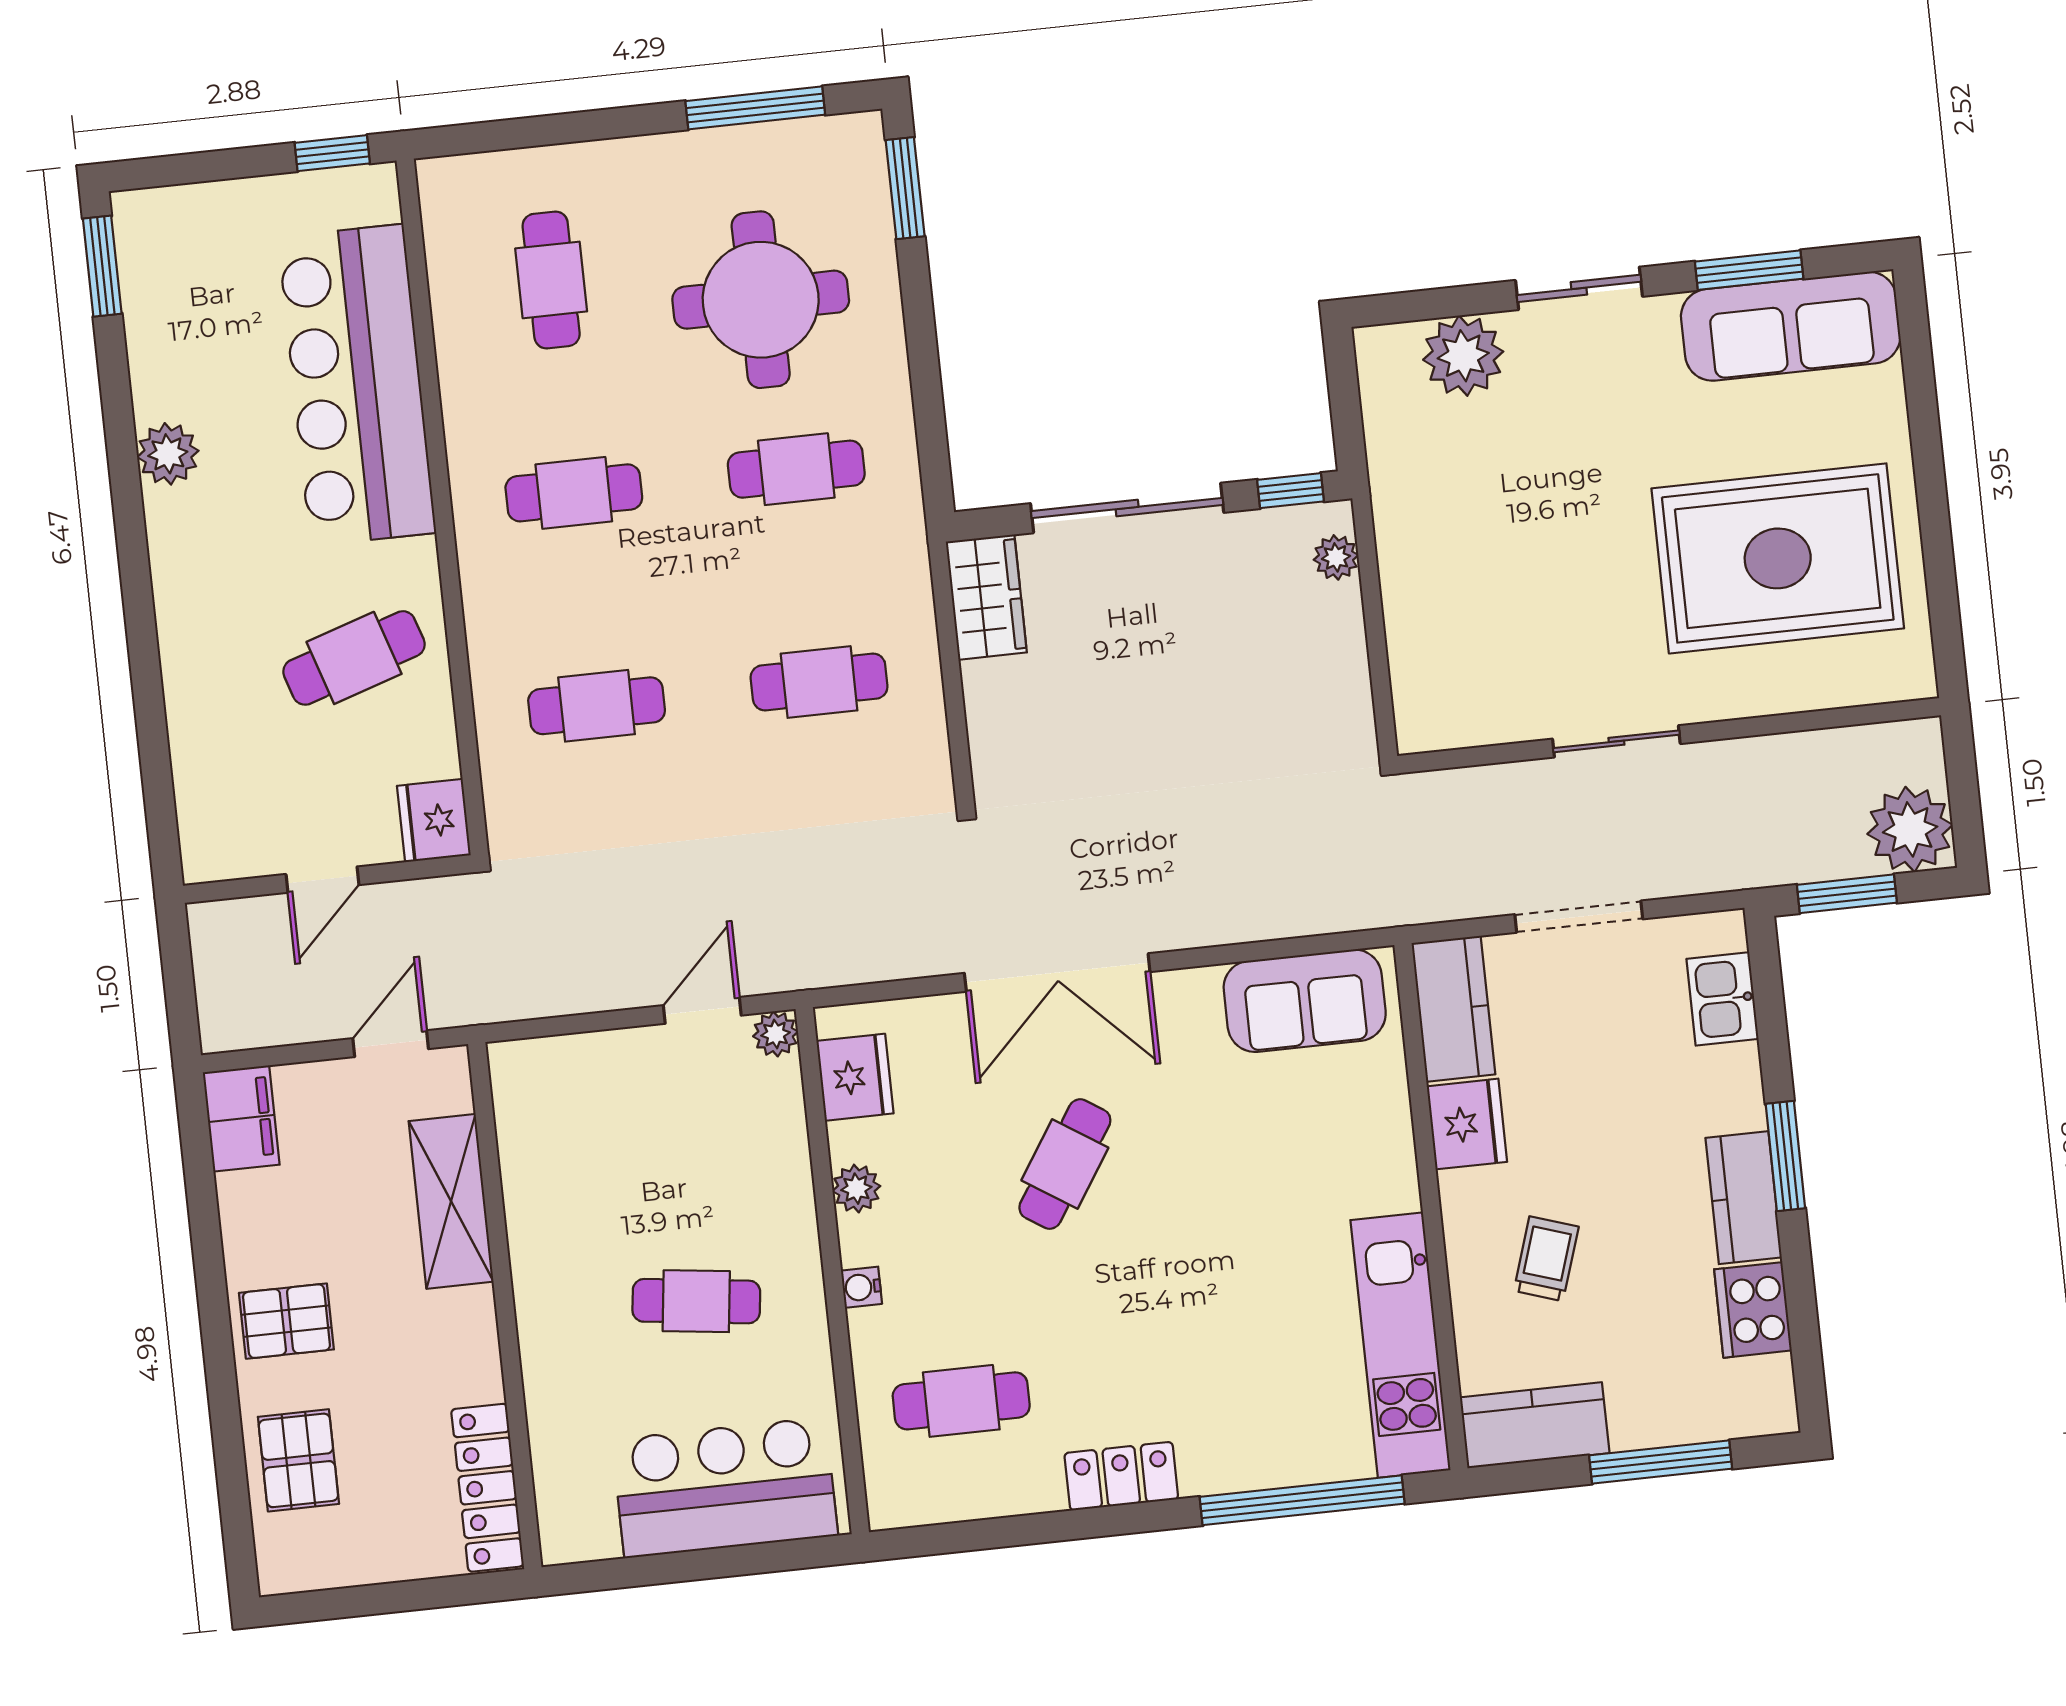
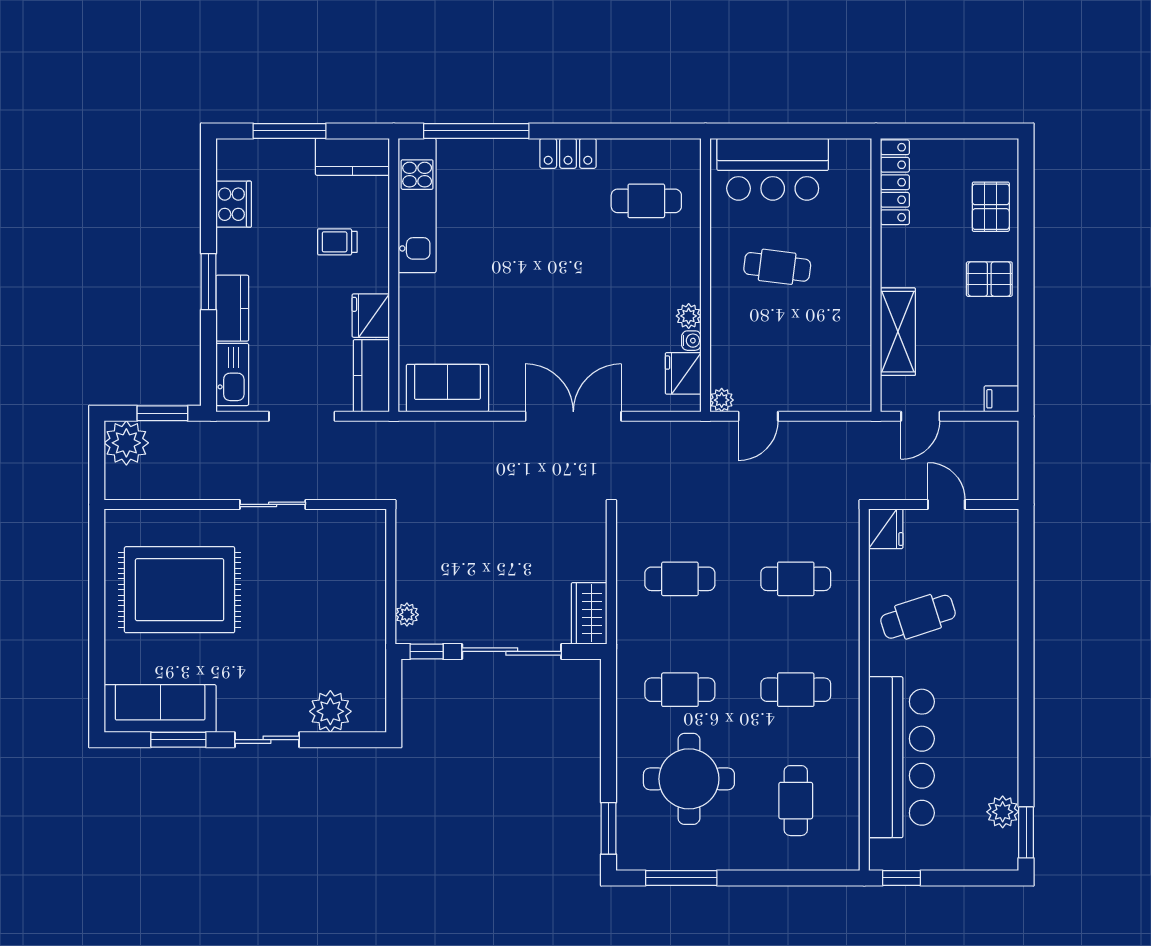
plant: (168, 454) -> (1003, 812), moved
door: (322, 880) -> (946, 504), hinge flipped
kitchen sink: (1722, 999) -> (232, 374), width x1.38
filing cabinet: (241, 1118) -> (1001, 399), width x0.50
cafe table: (1065, 1164) -> (580, 317), removed
kitchen counter: (1744, 1198) -> (232, 308), moved
trolley: (1546, 1259) -> (337, 242), turned 72
water cooler: (861, 1287) -> (691, 341), moved

